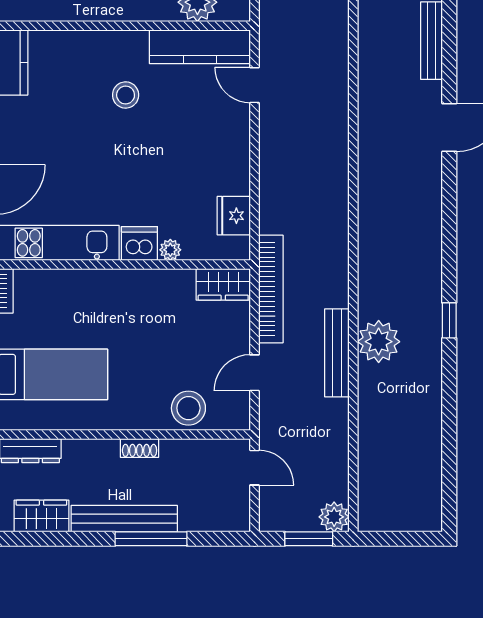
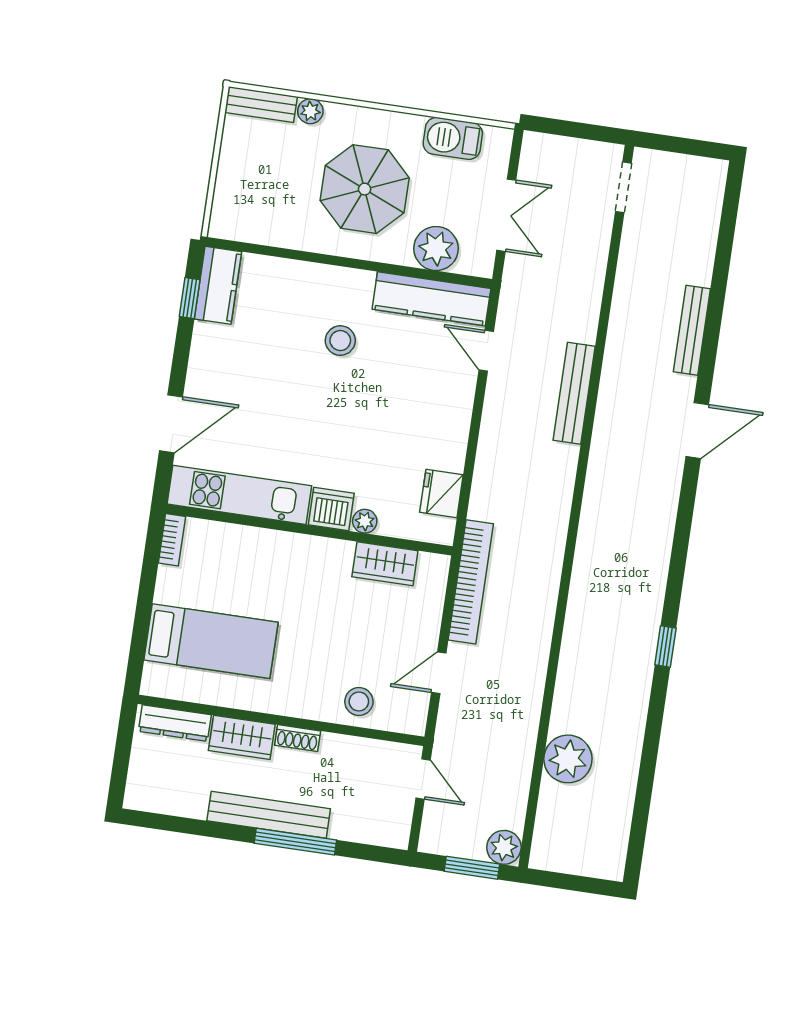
wardrobe: (223, 284) -> (385, 564), moved
plant: (379, 342) -> (568, 759), moved
bench: (337, 353) -> (574, 393), moved
stool: (188, 408) -> (359, 702), width x0.73, depth x0.73
wardrobe: (41, 516) -> (242, 737), moved, turned 180

